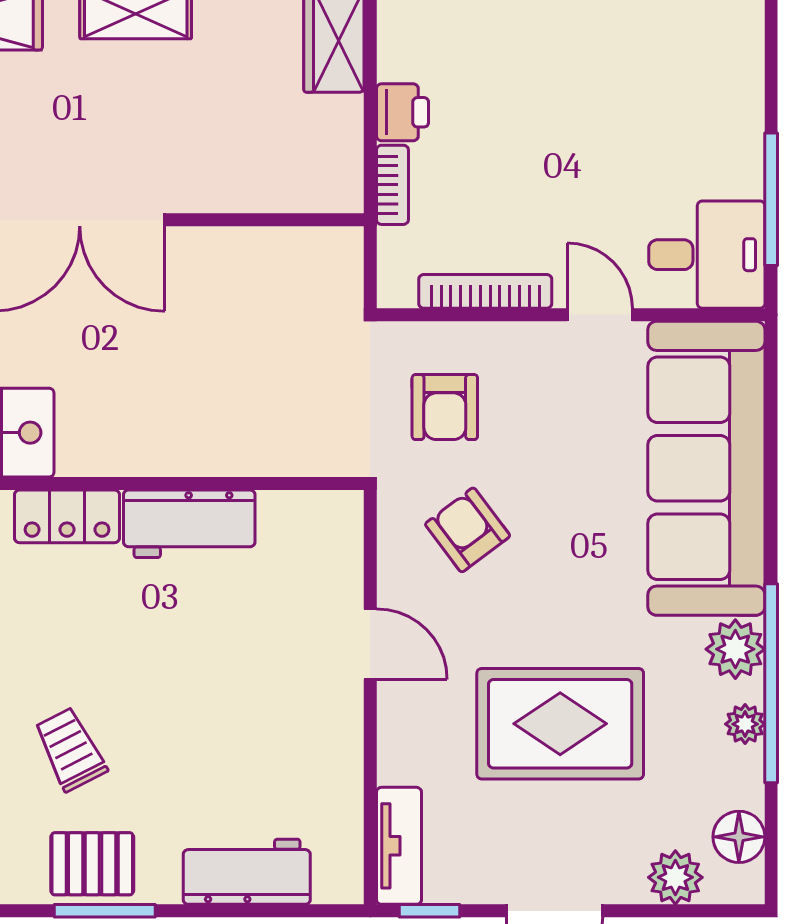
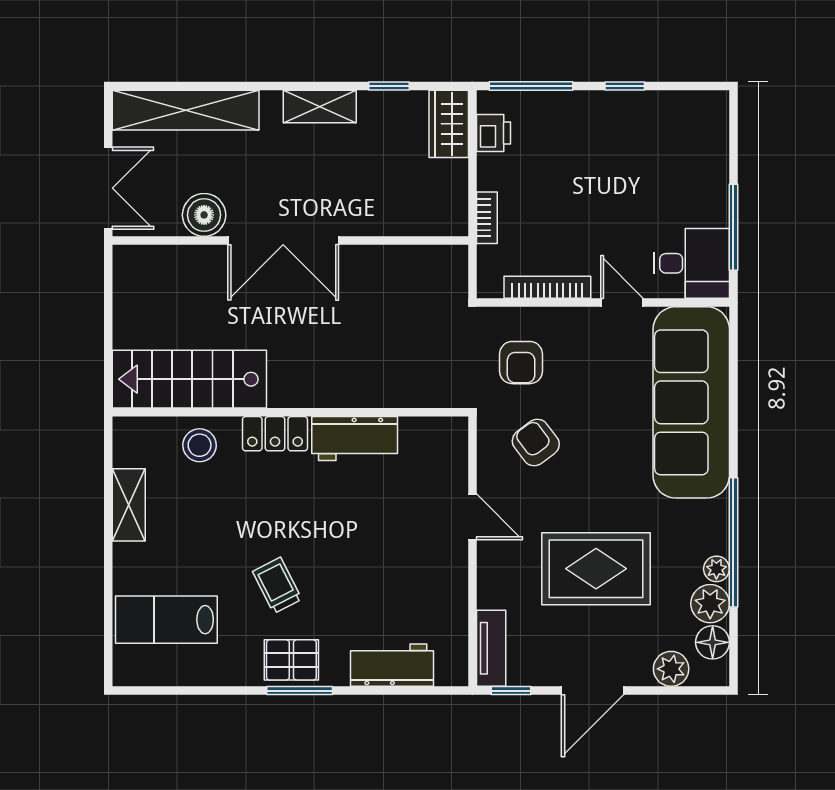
printer: (403, 112) -> (493, 133), moved
plant: (735, 649) -> (710, 604), moved

